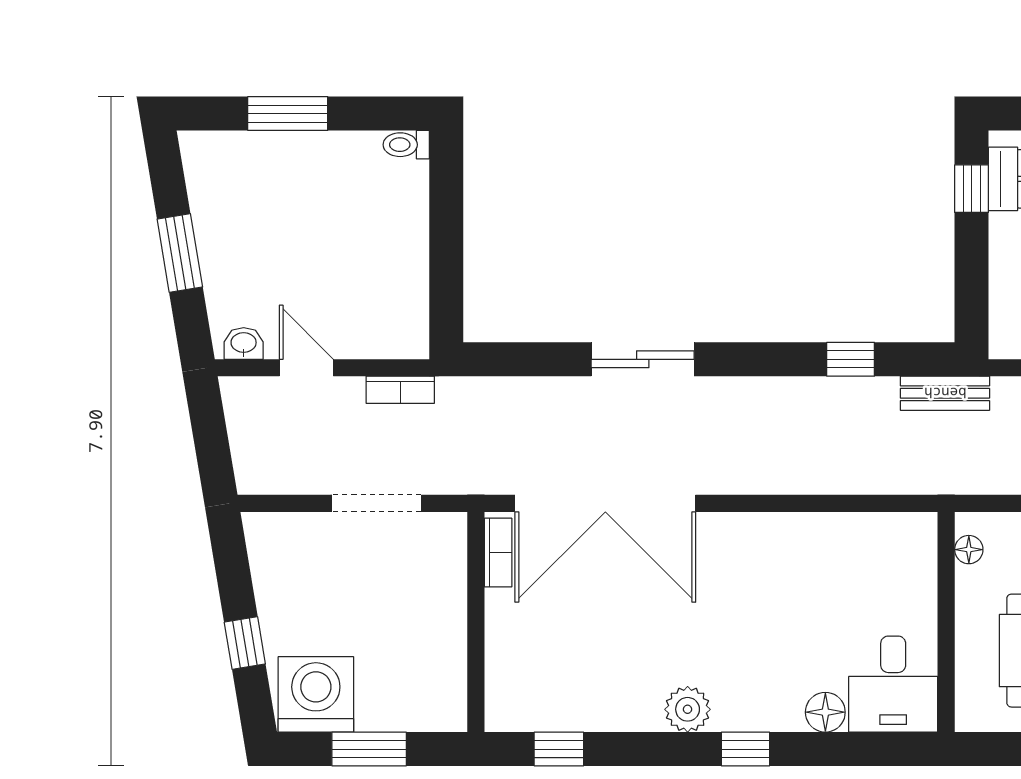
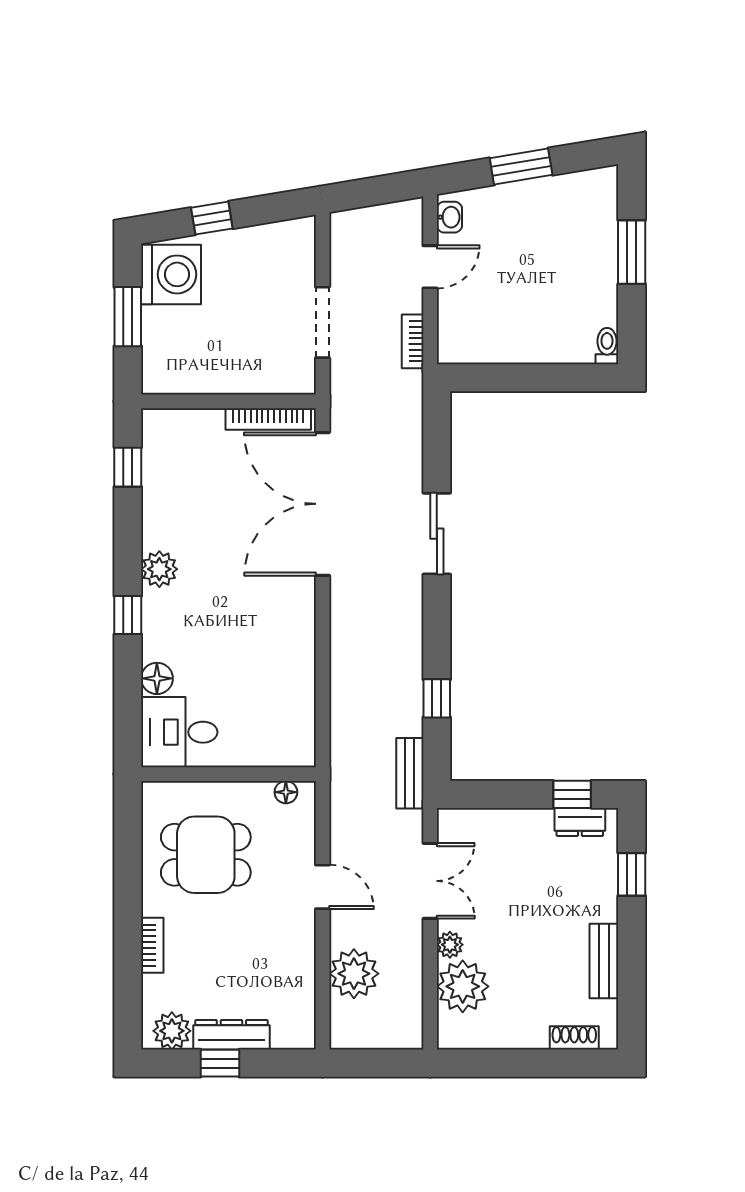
bookcase: (498, 553) -> (268, 419), width x1.56

